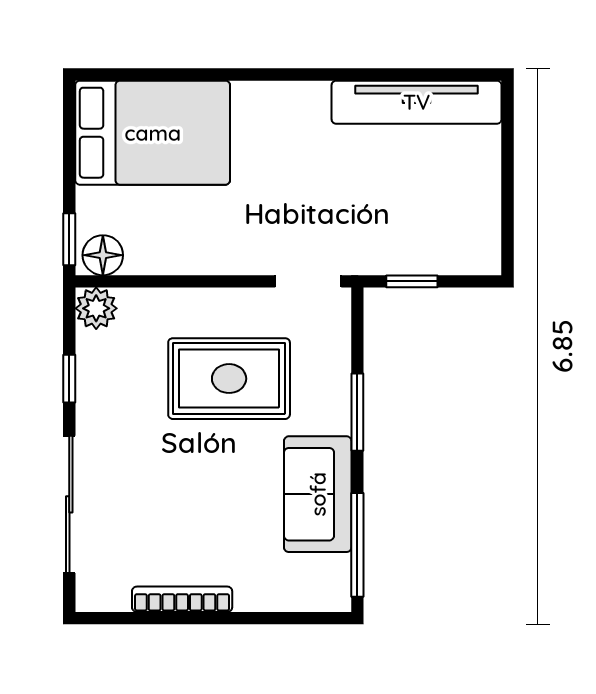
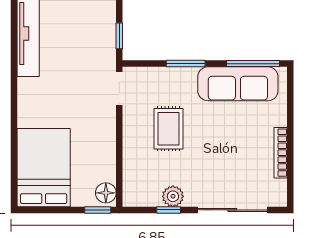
plant: (96, 308) -> (173, 196), moved
rug: (229, 379) -> (169, 129), width x0.73, depth x0.70
sofa: (318, 494) -> (238, 84), width x1.36

